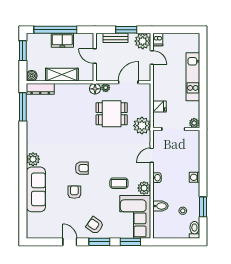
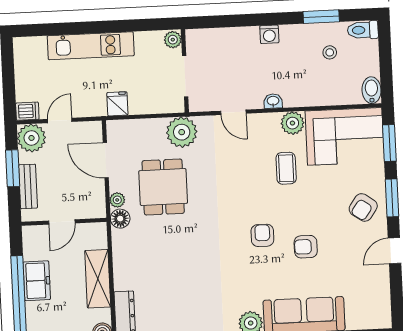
fridge: (160, 106) -> (117, 104), moved
bidet: (160, 206) -> (371, 90), moved

